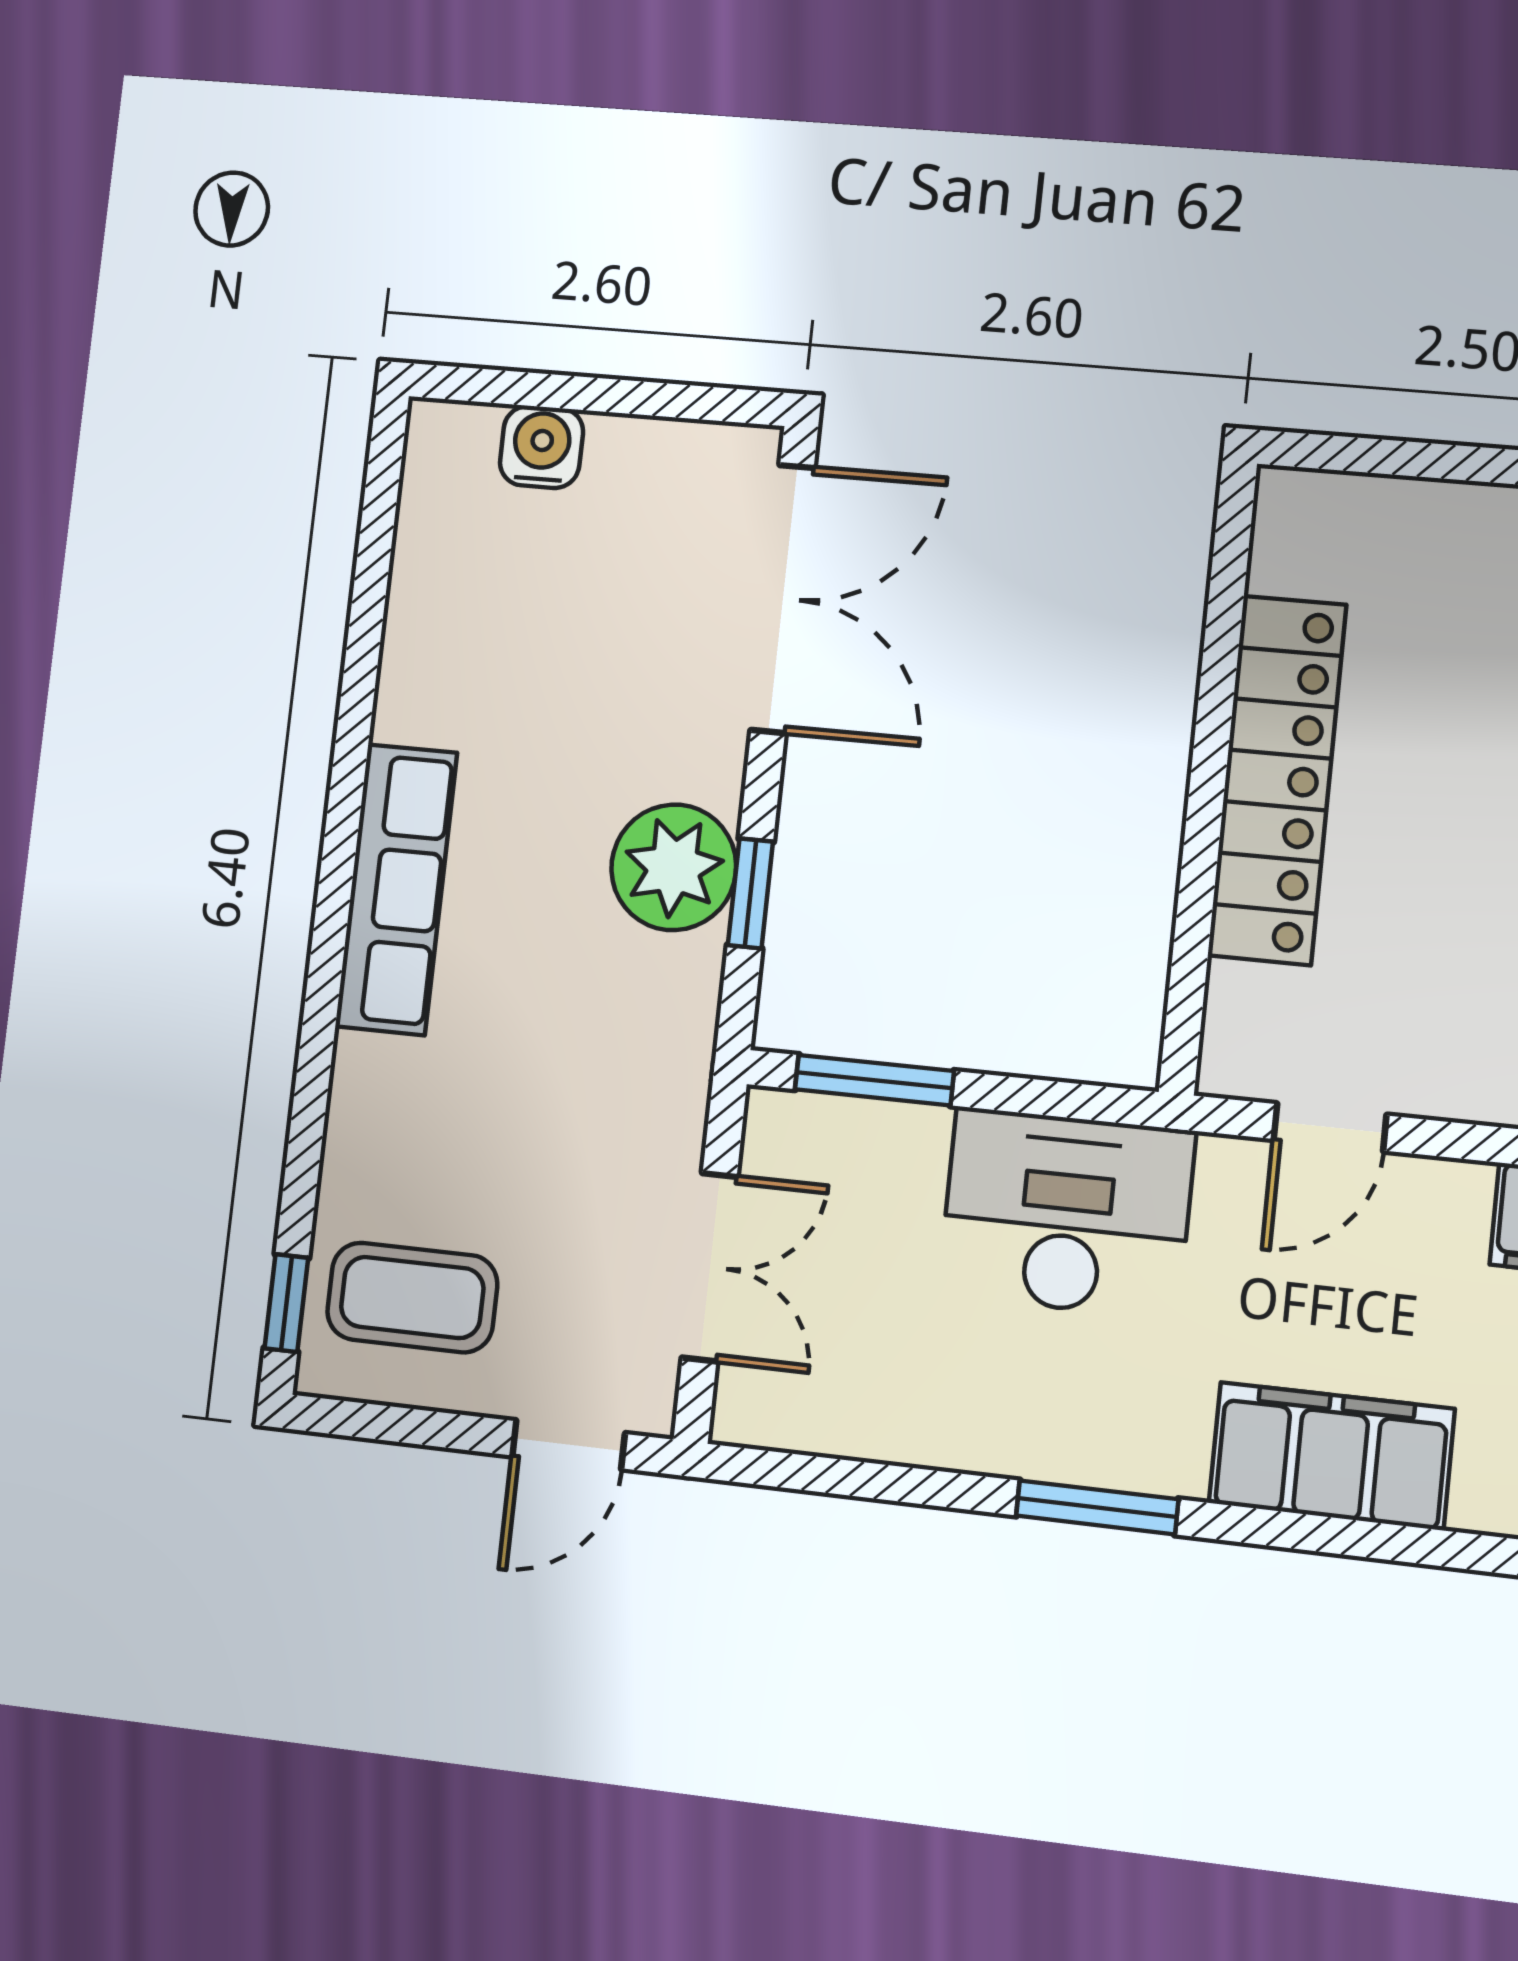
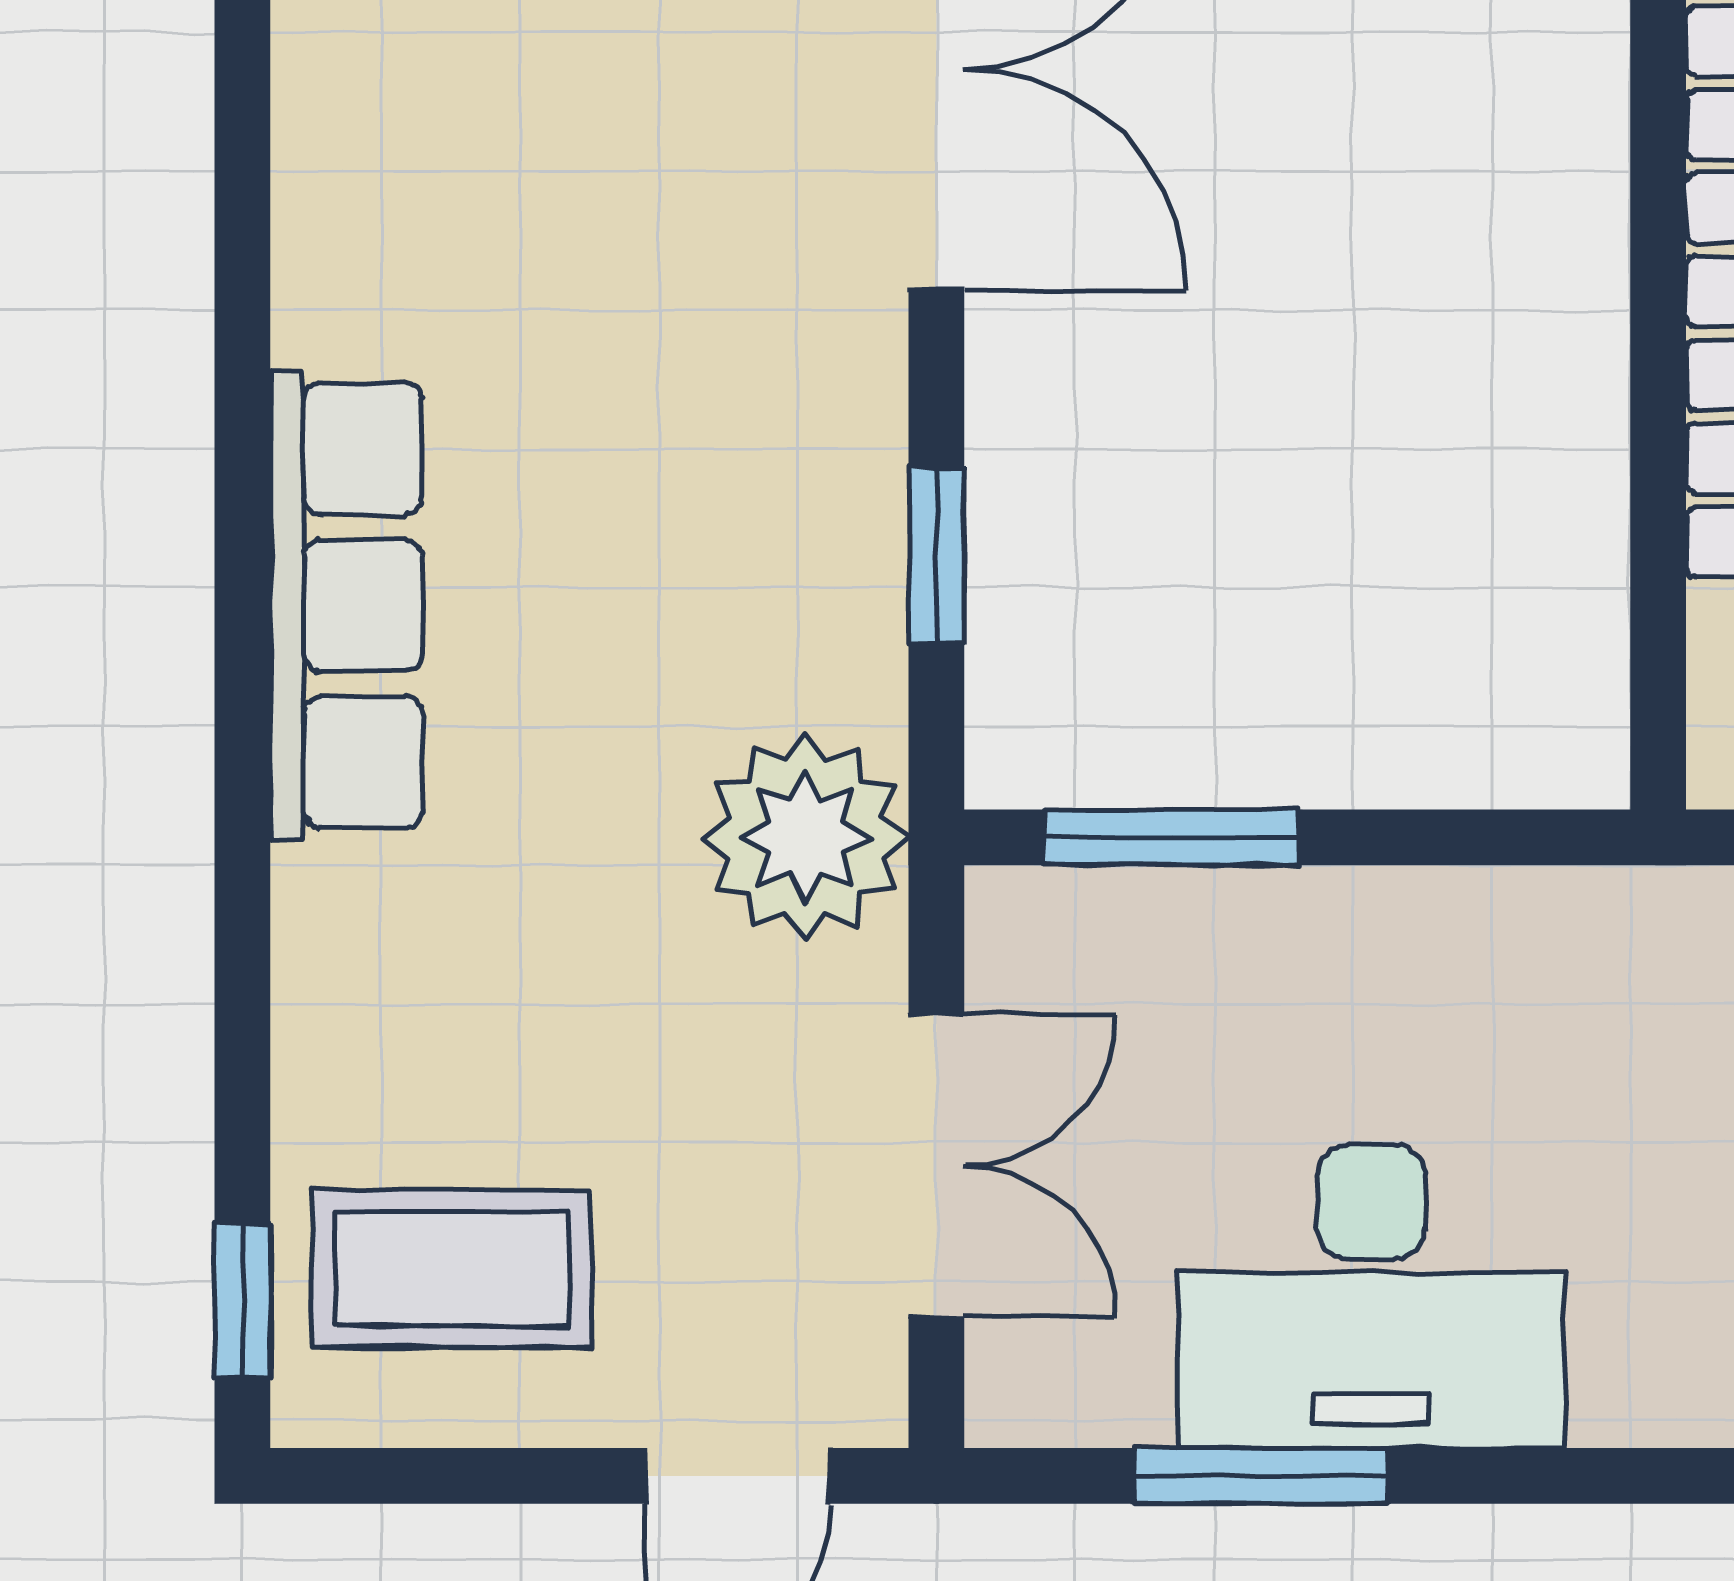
plant: (674, 867) -> (805, 837), moved
desk: (1067, 1213) -> (1371, 1296), moved, turned 180
window: (1097, 1507) -> (1261, 1476), moved

